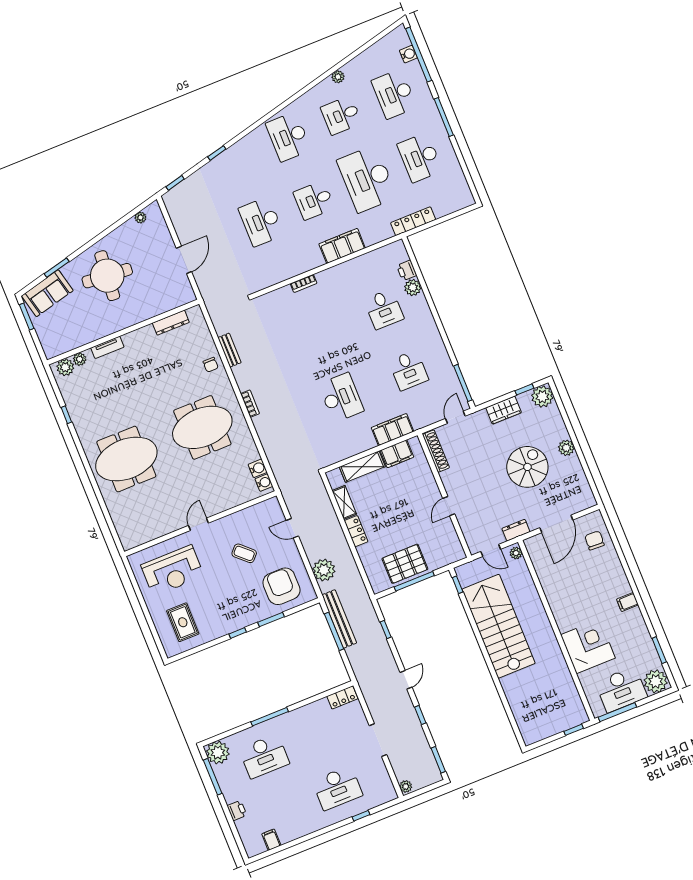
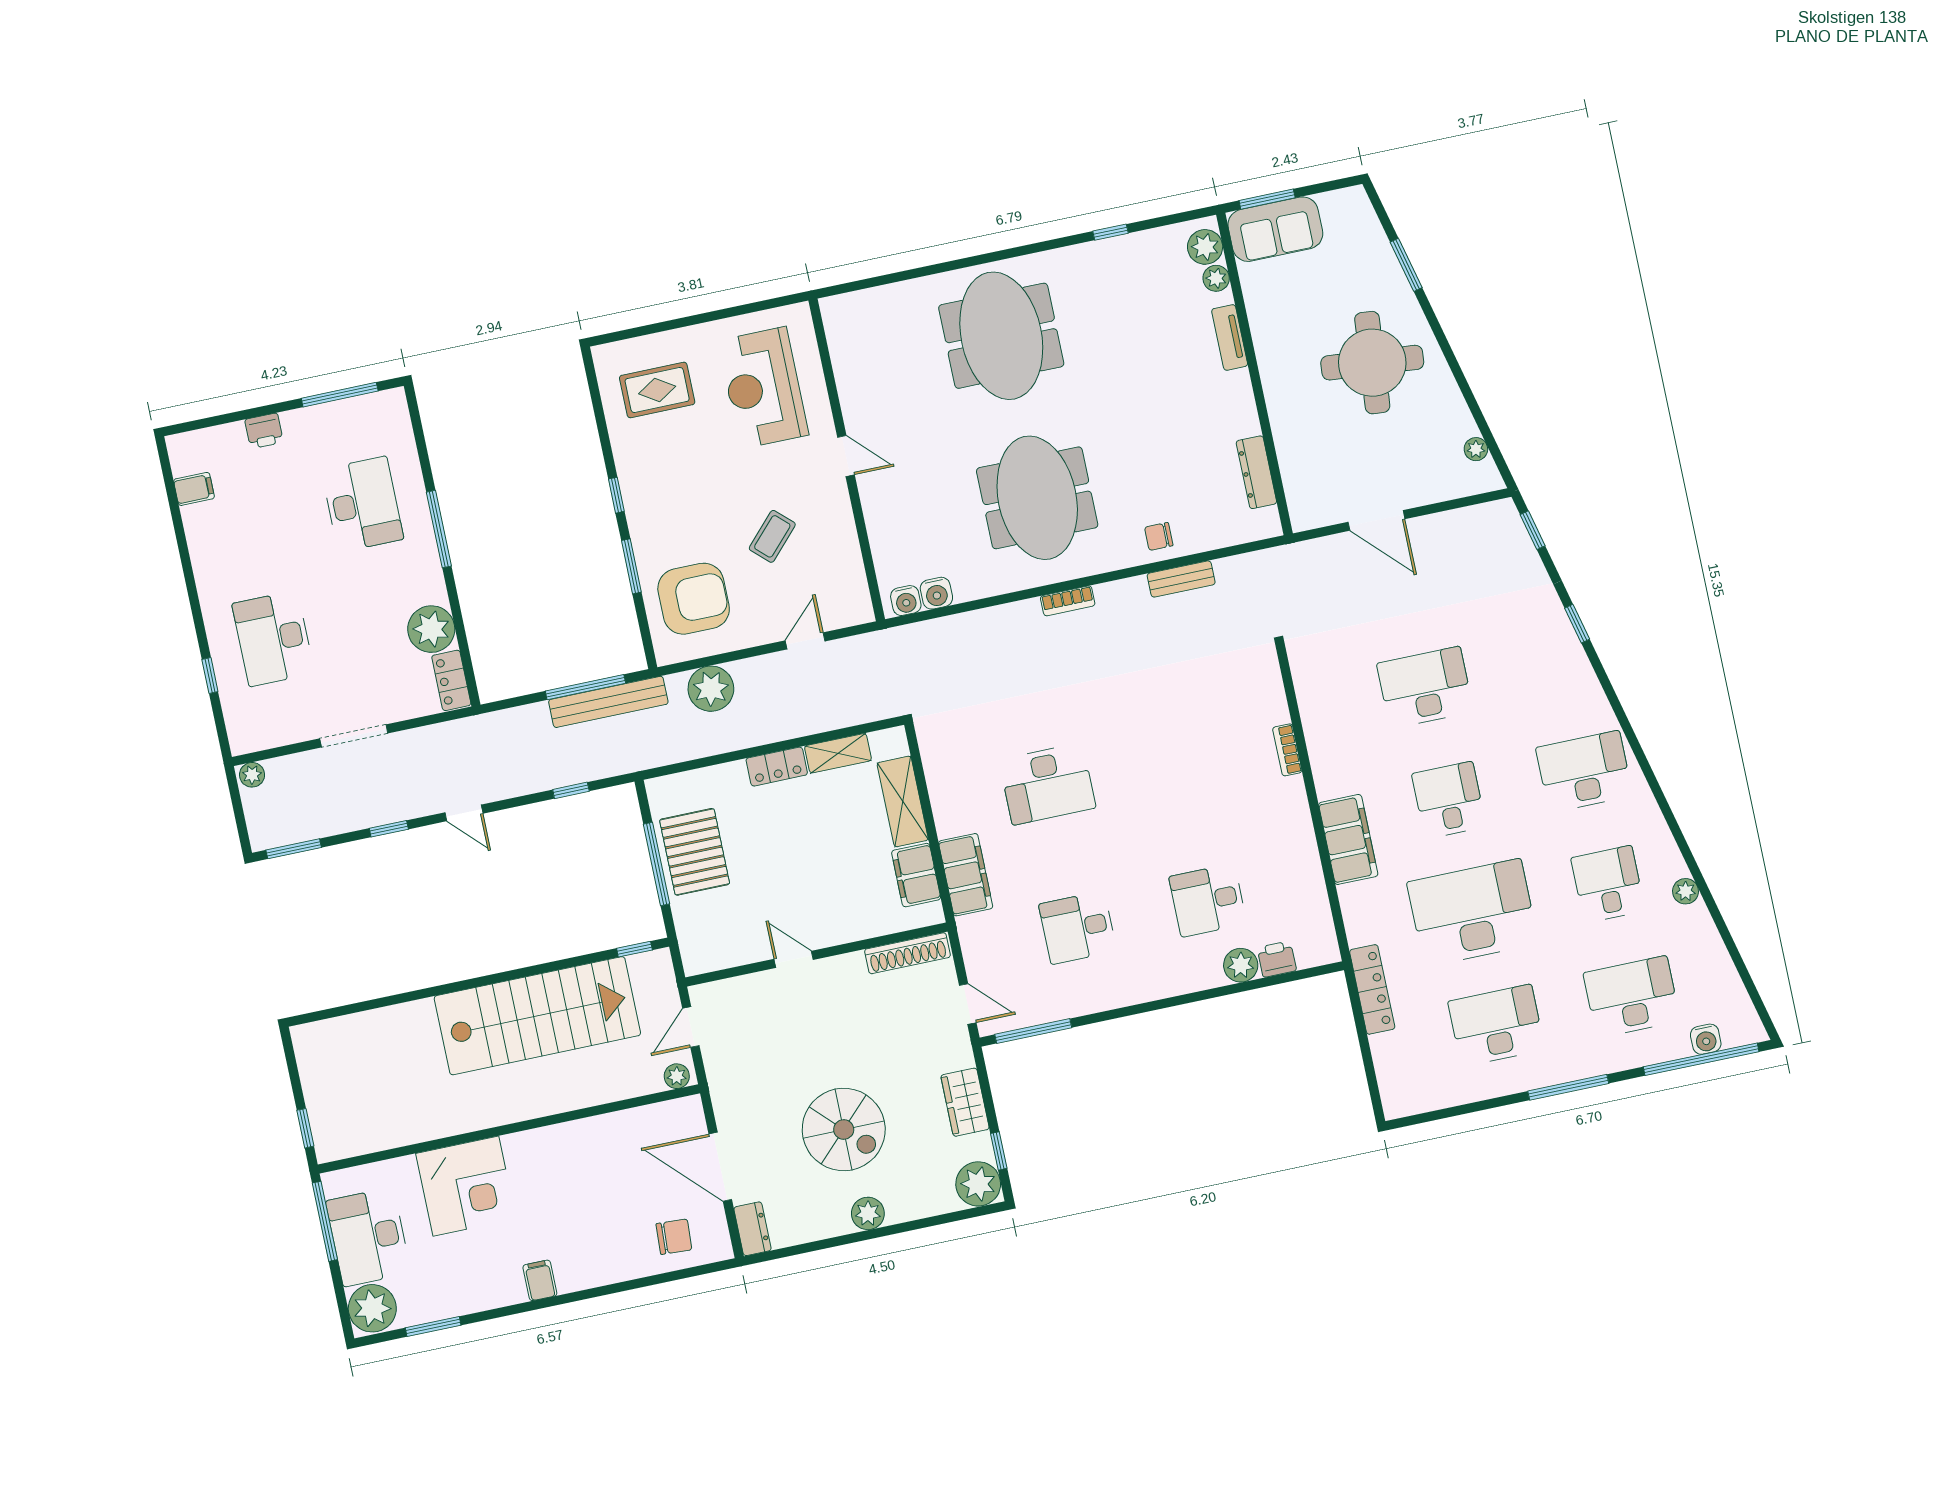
sofa: (47, 293) -> (1275, 229), moved, turned -76
window: (27, 317) -> (1267, 199), moved
dresser: (516, 530) -> (753, 1229), moved
plant: (218, 753) -> (431, 629), moved
desk: (264, 756) -> (362, 504), turned 180

